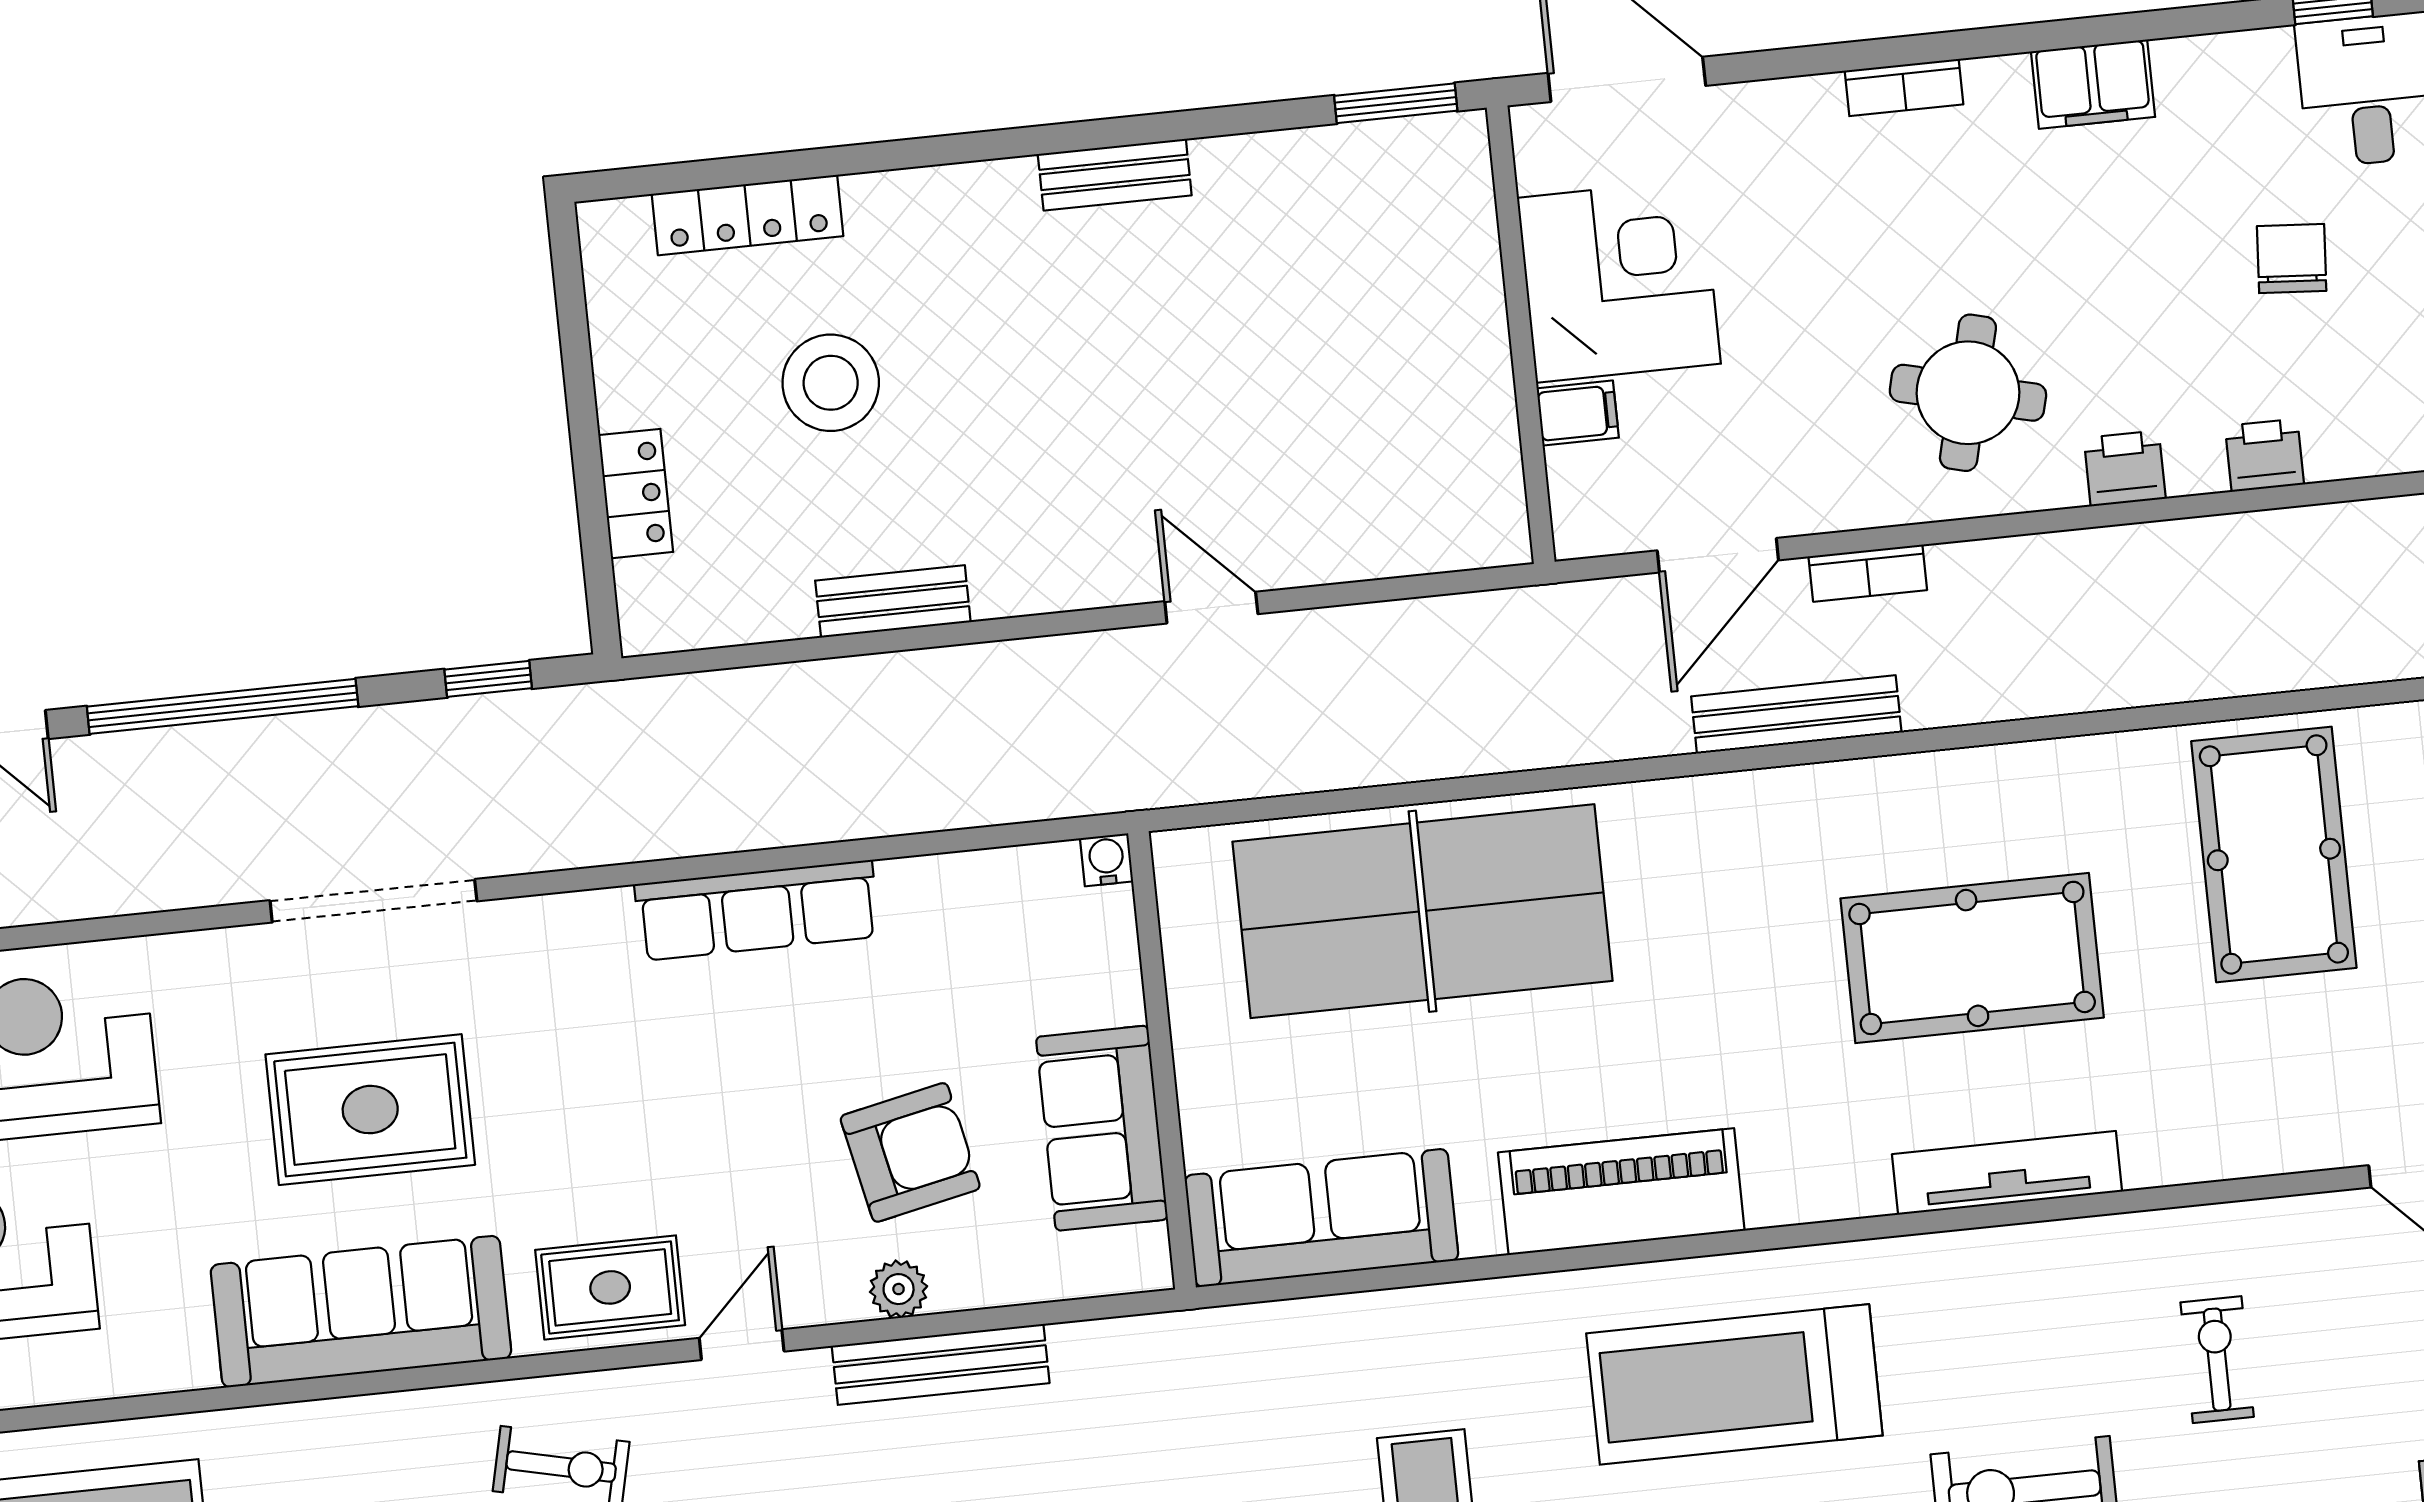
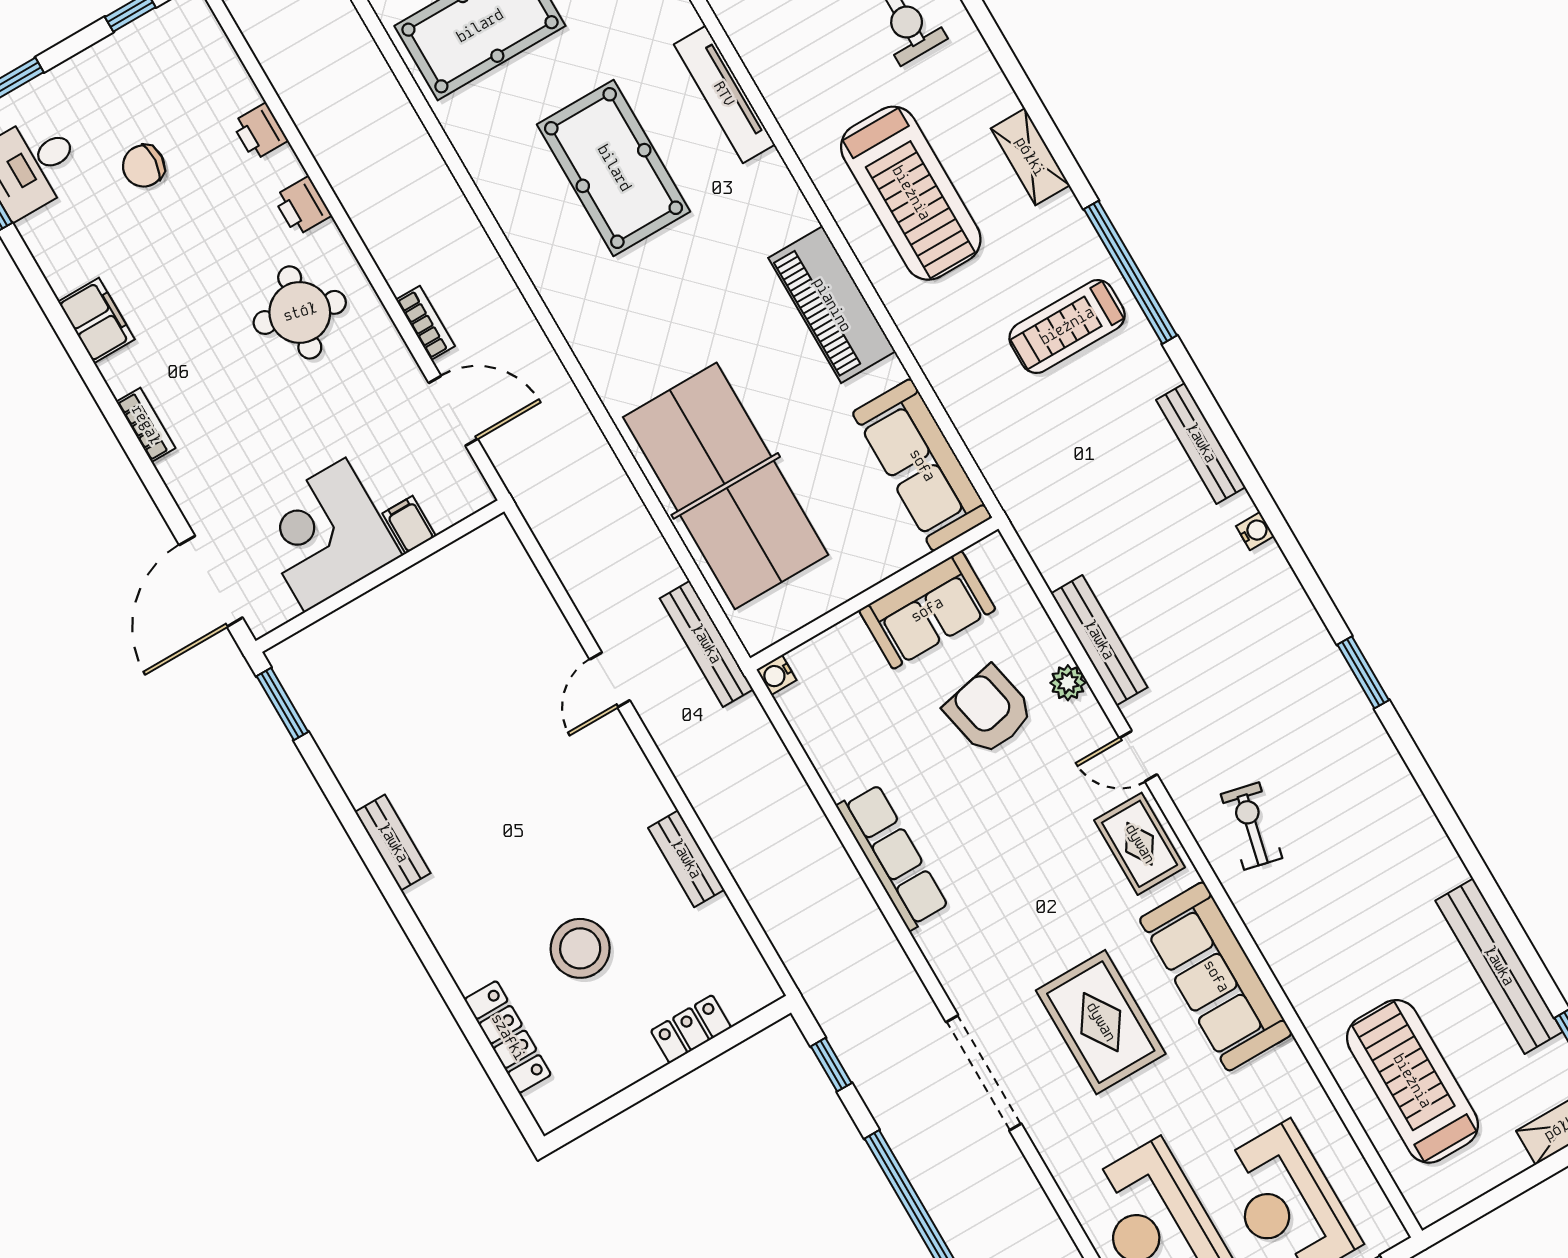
bench: (1796, 714) -> (706, 644), moved

